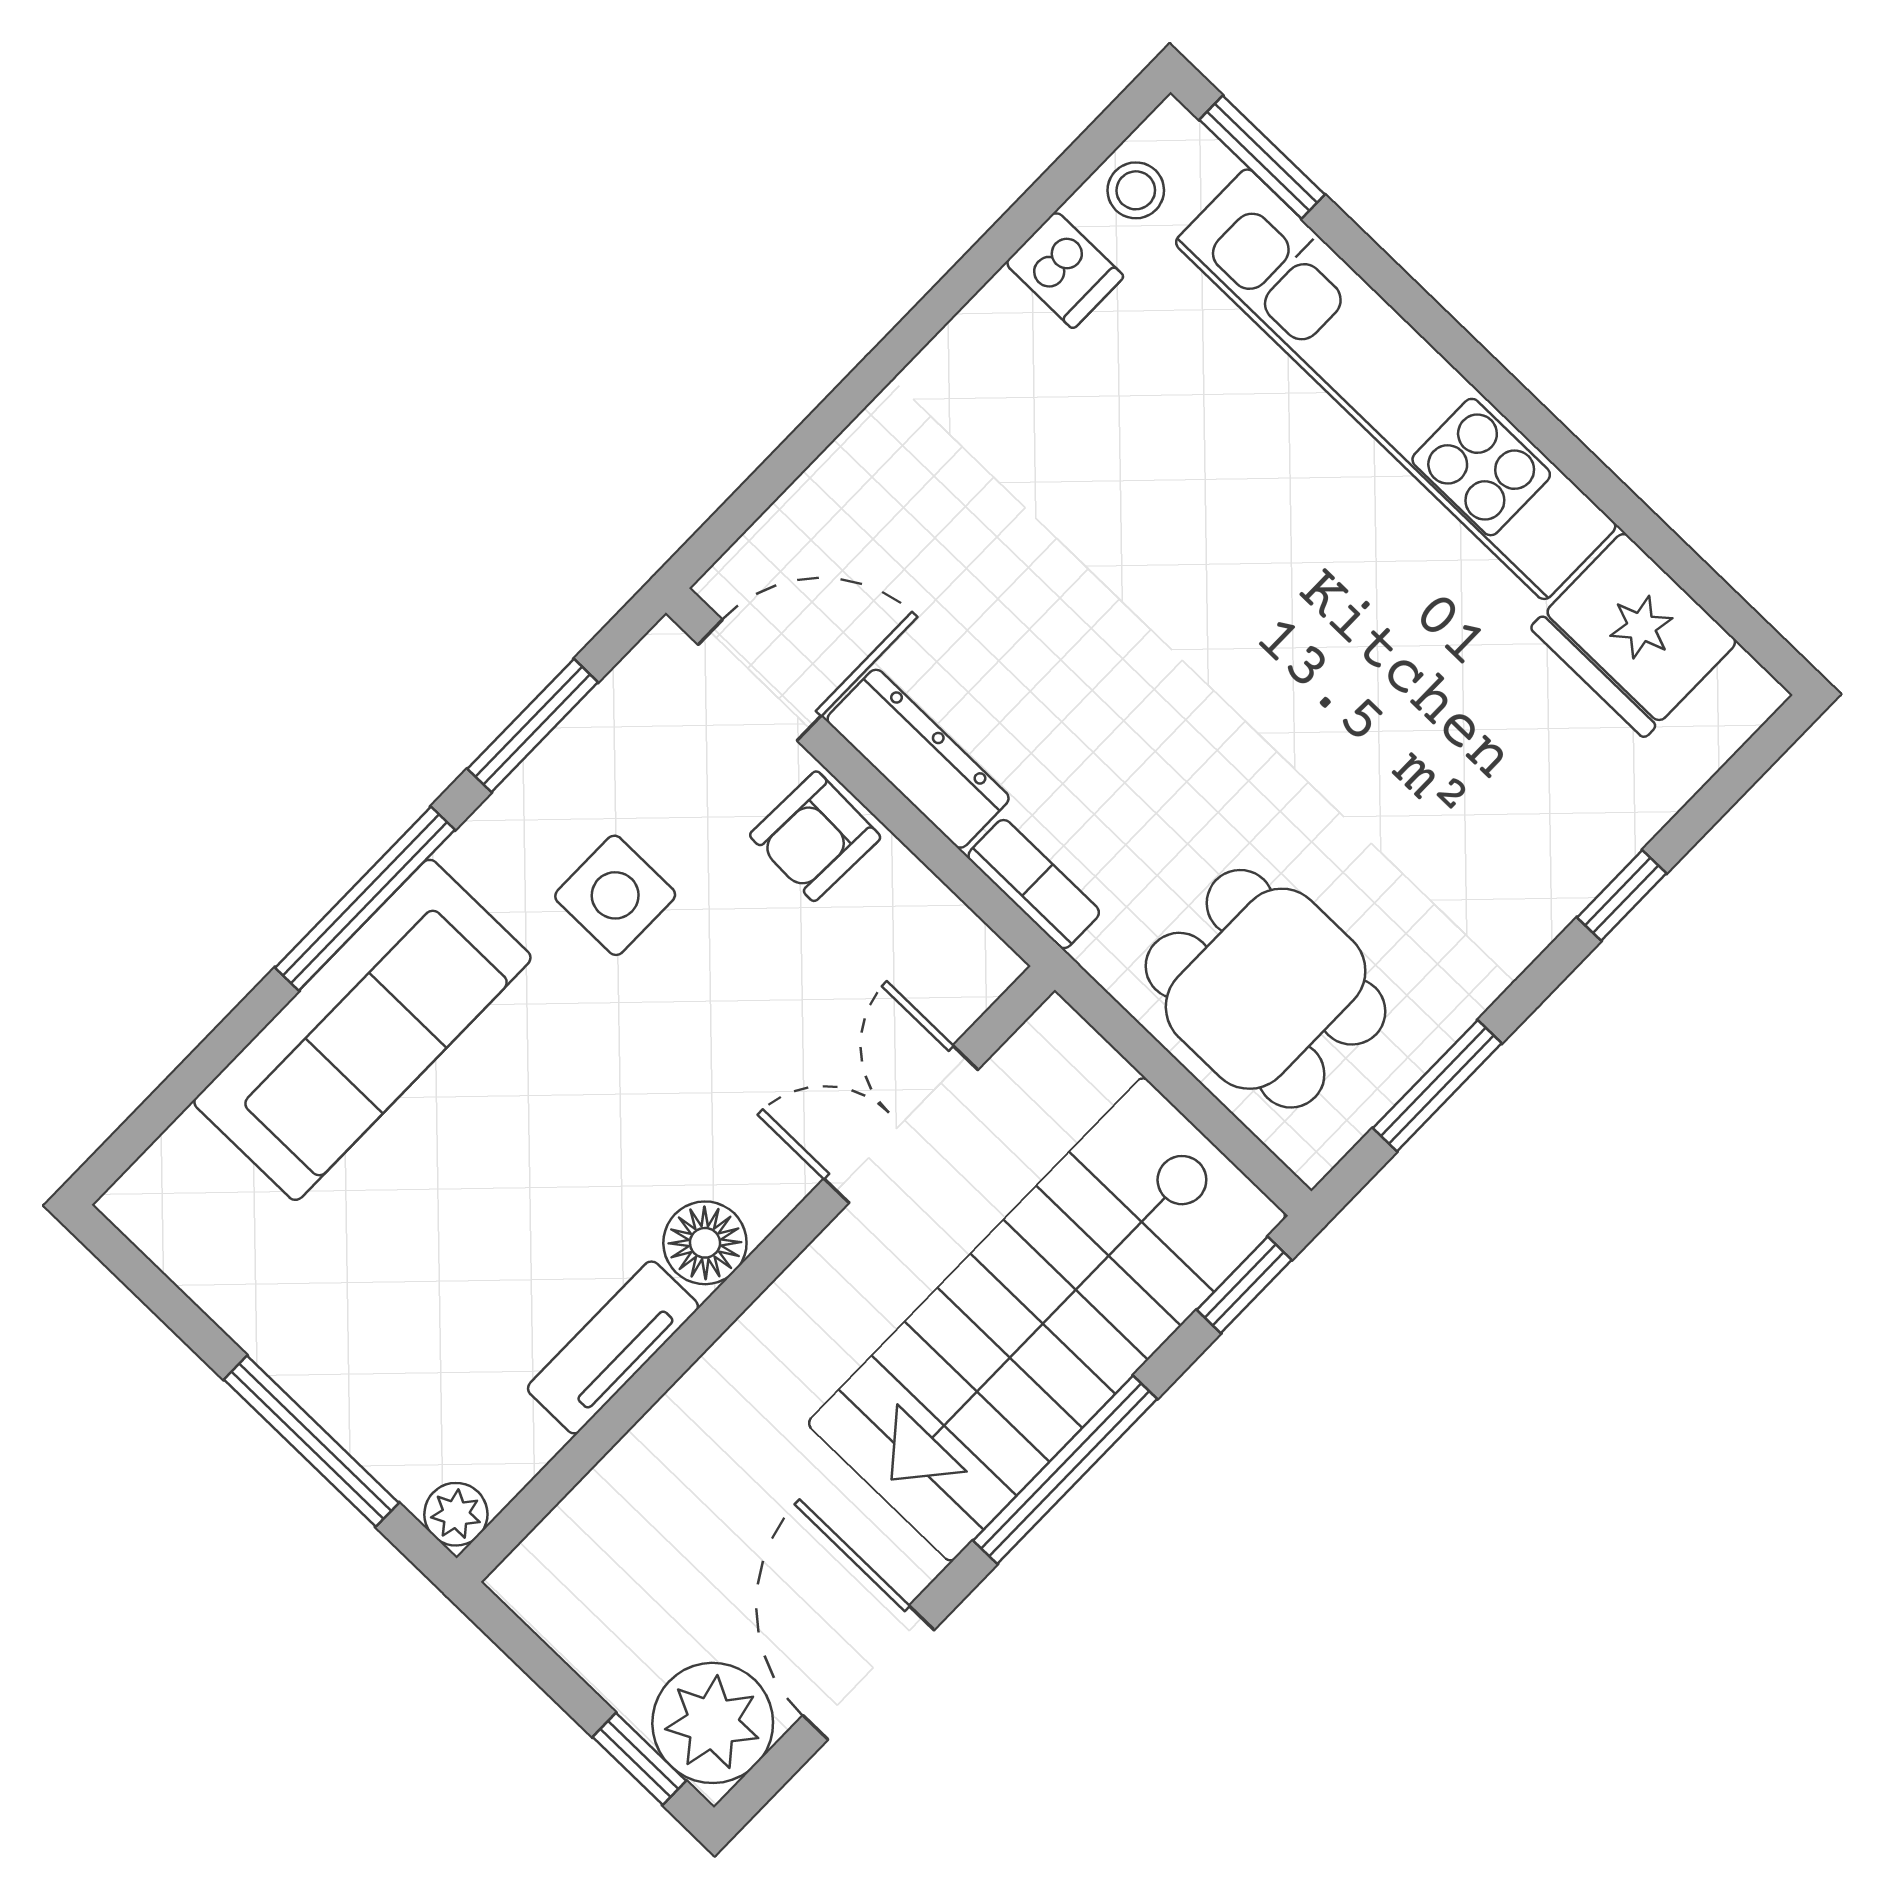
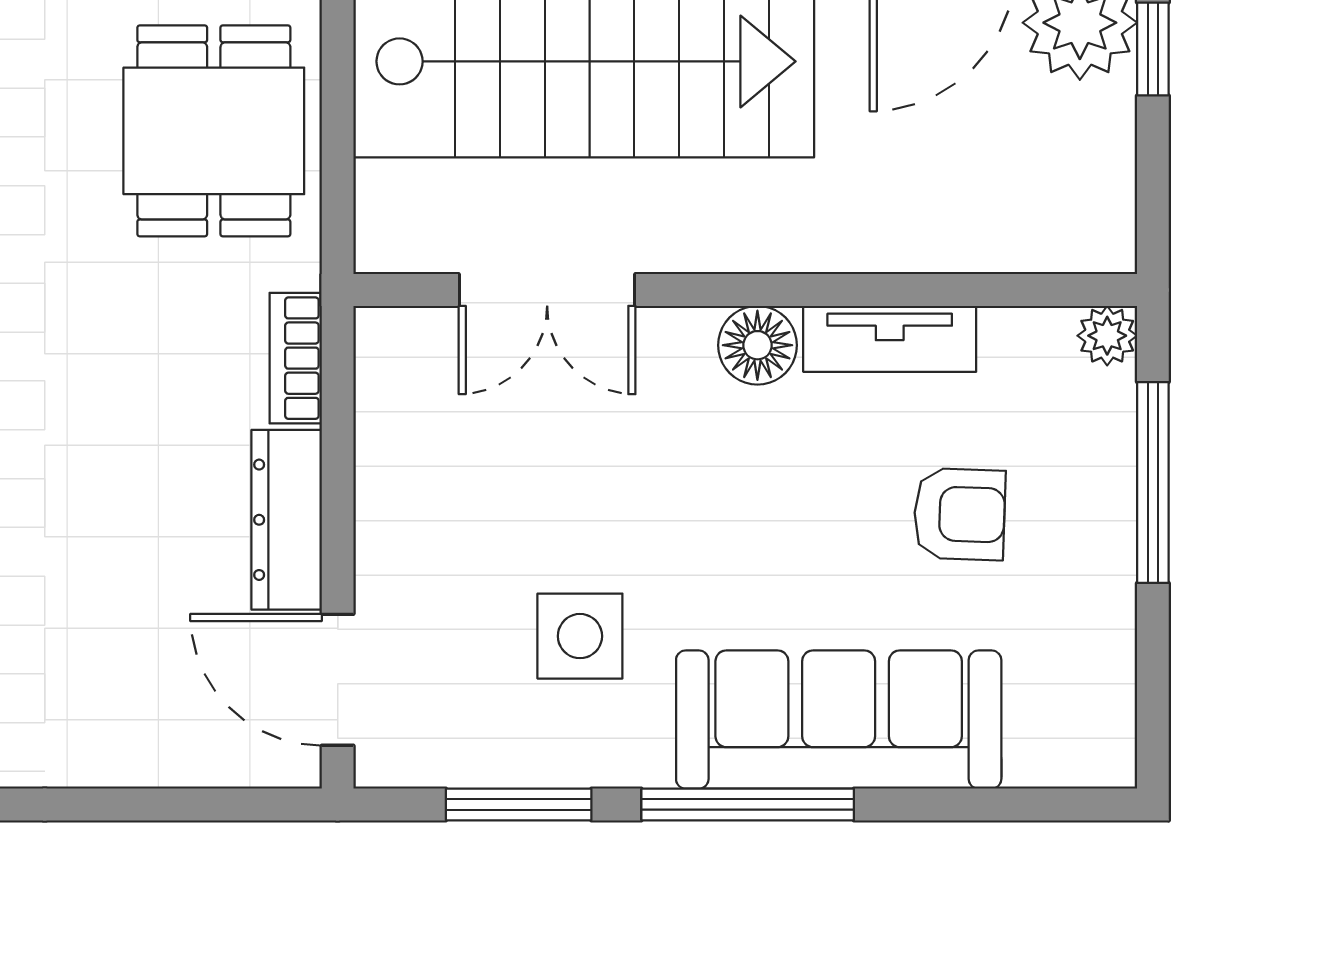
armchair: (815, 836) -> (959, 514), moved

